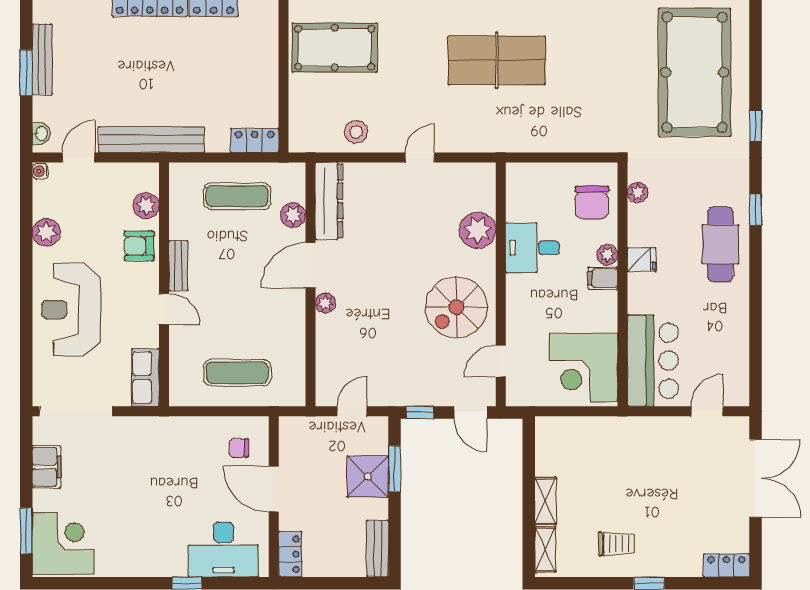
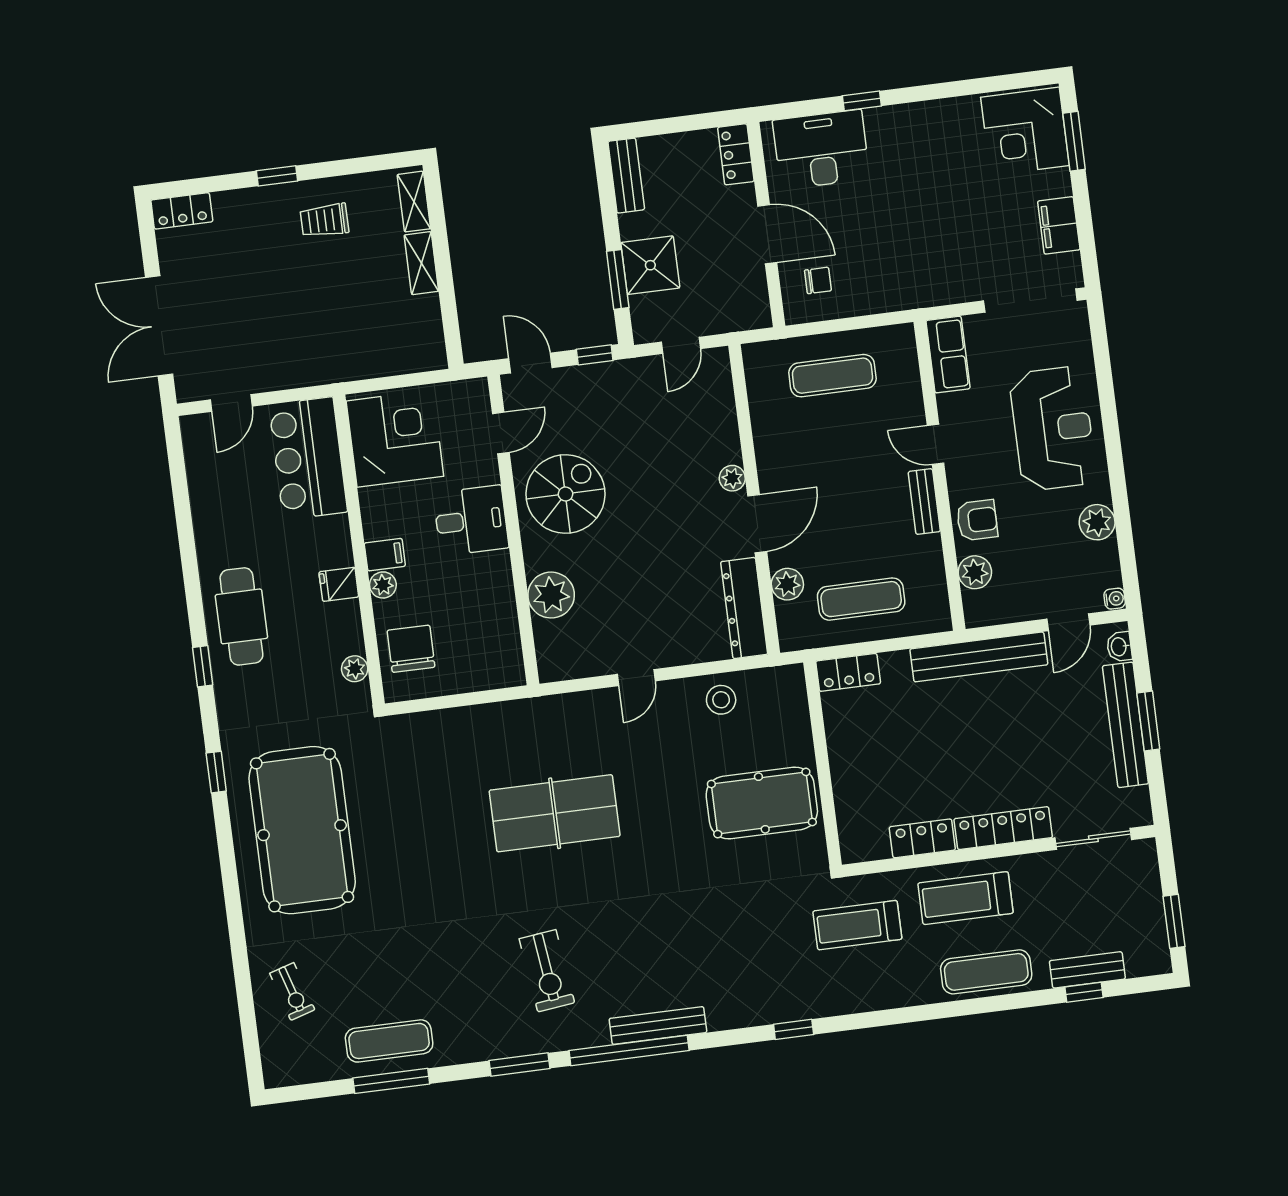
bench: (42, 59) -> (1125, 725), width x1.37, depth x1.21
desk: (532, 248) -> (471, 520), moved

